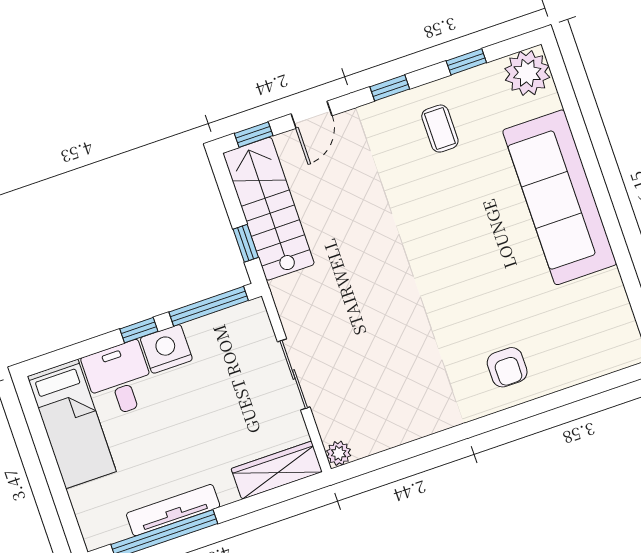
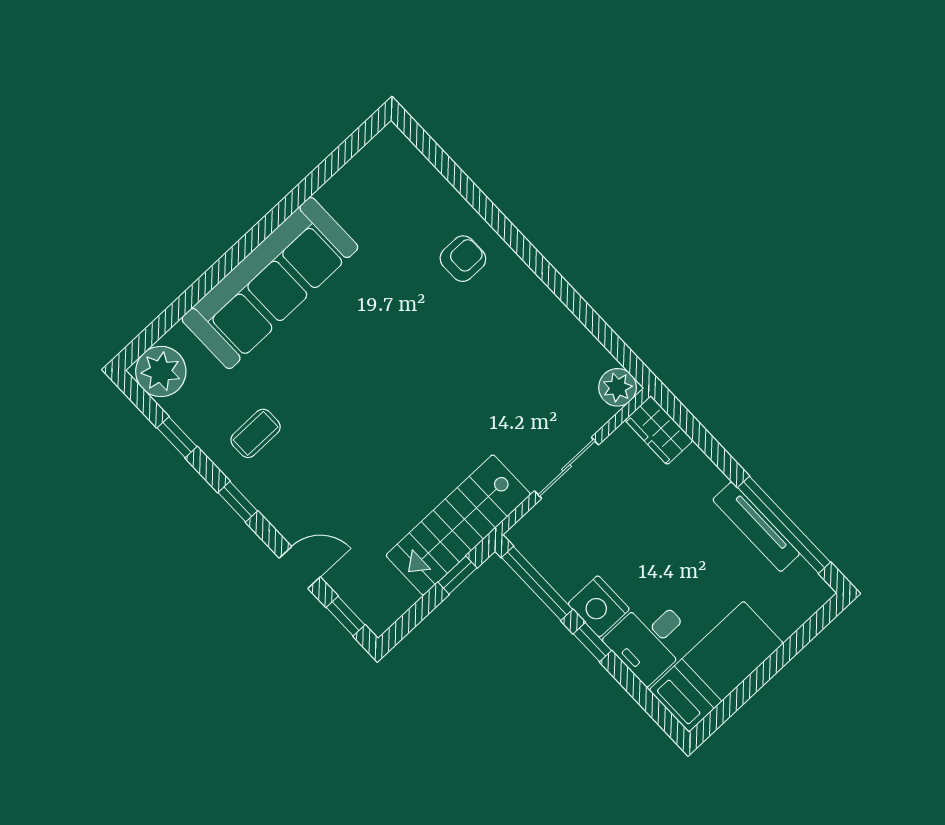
stairs: (269, 209) -> (458, 525), moved
plant: (339, 453) -> (618, 387), width x1.38, depth x1.38
wardrobe: (277, 470) -> (659, 430), width x0.67

